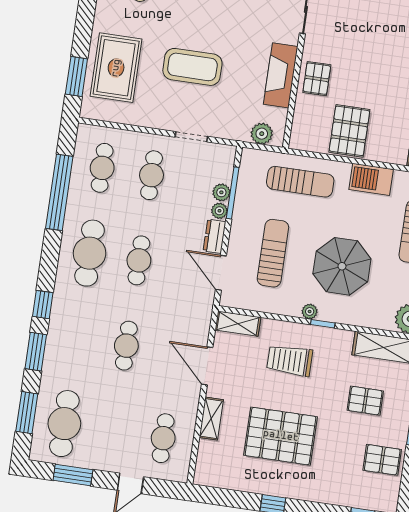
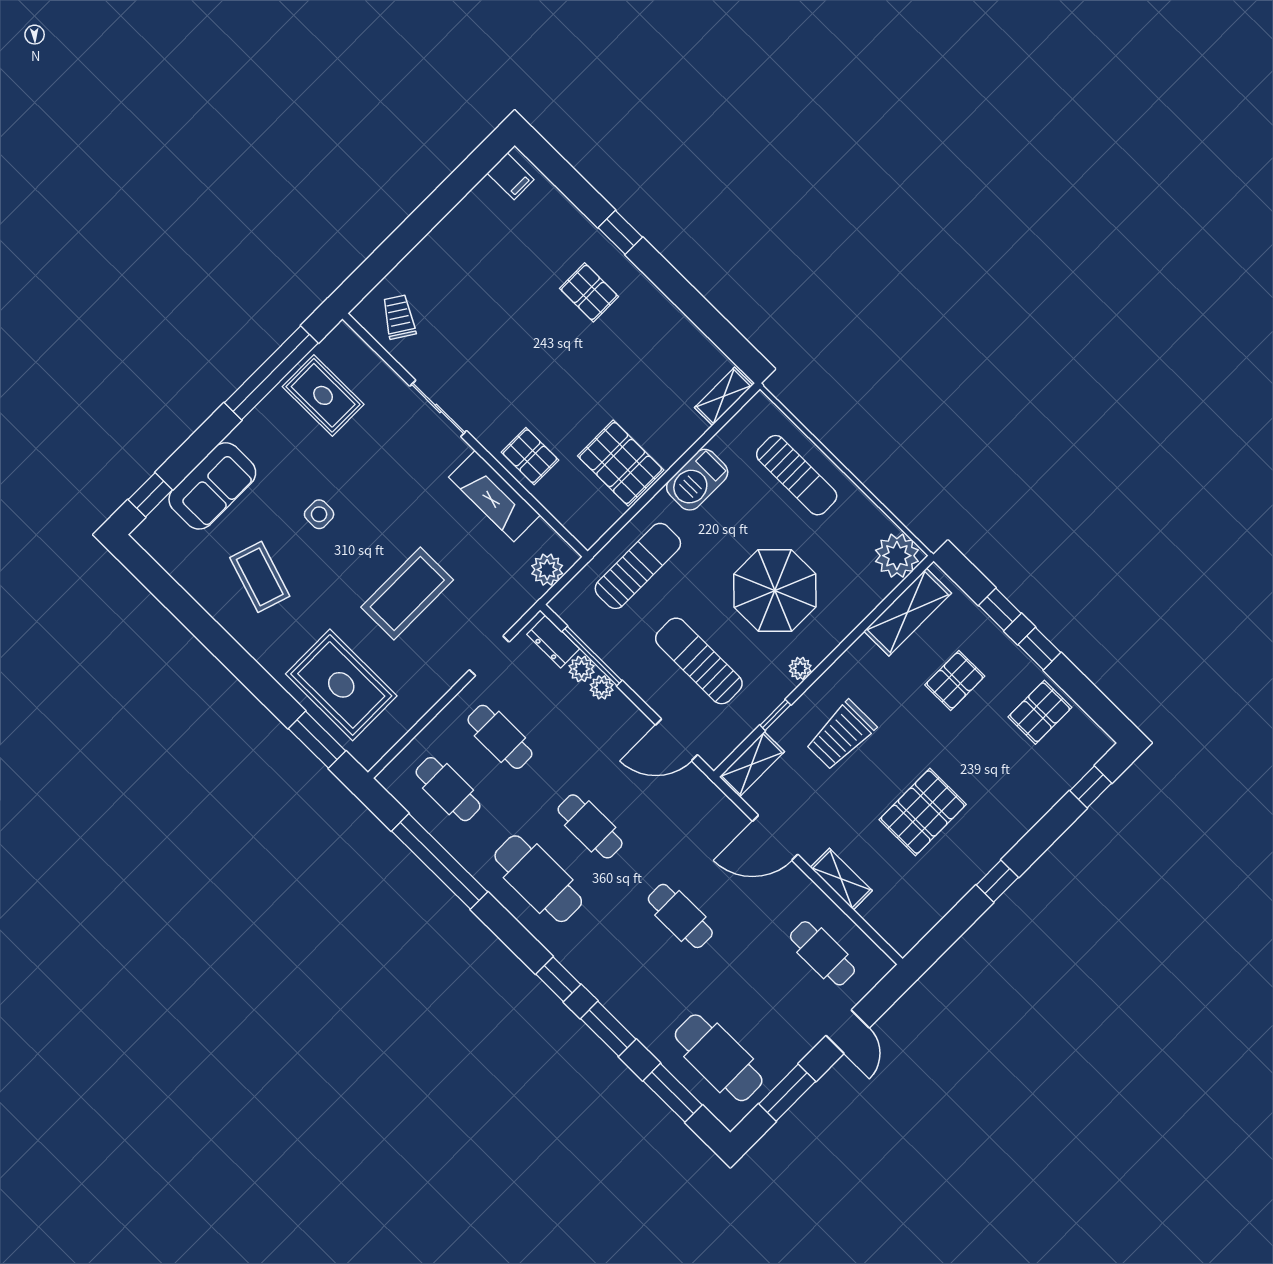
dresser: (215, 236) -> (553, 642), moved
window: (323, 324) -> (775, 715), moved
pallet: (281, 436) -> (923, 812), width x0.73, depth x0.71

